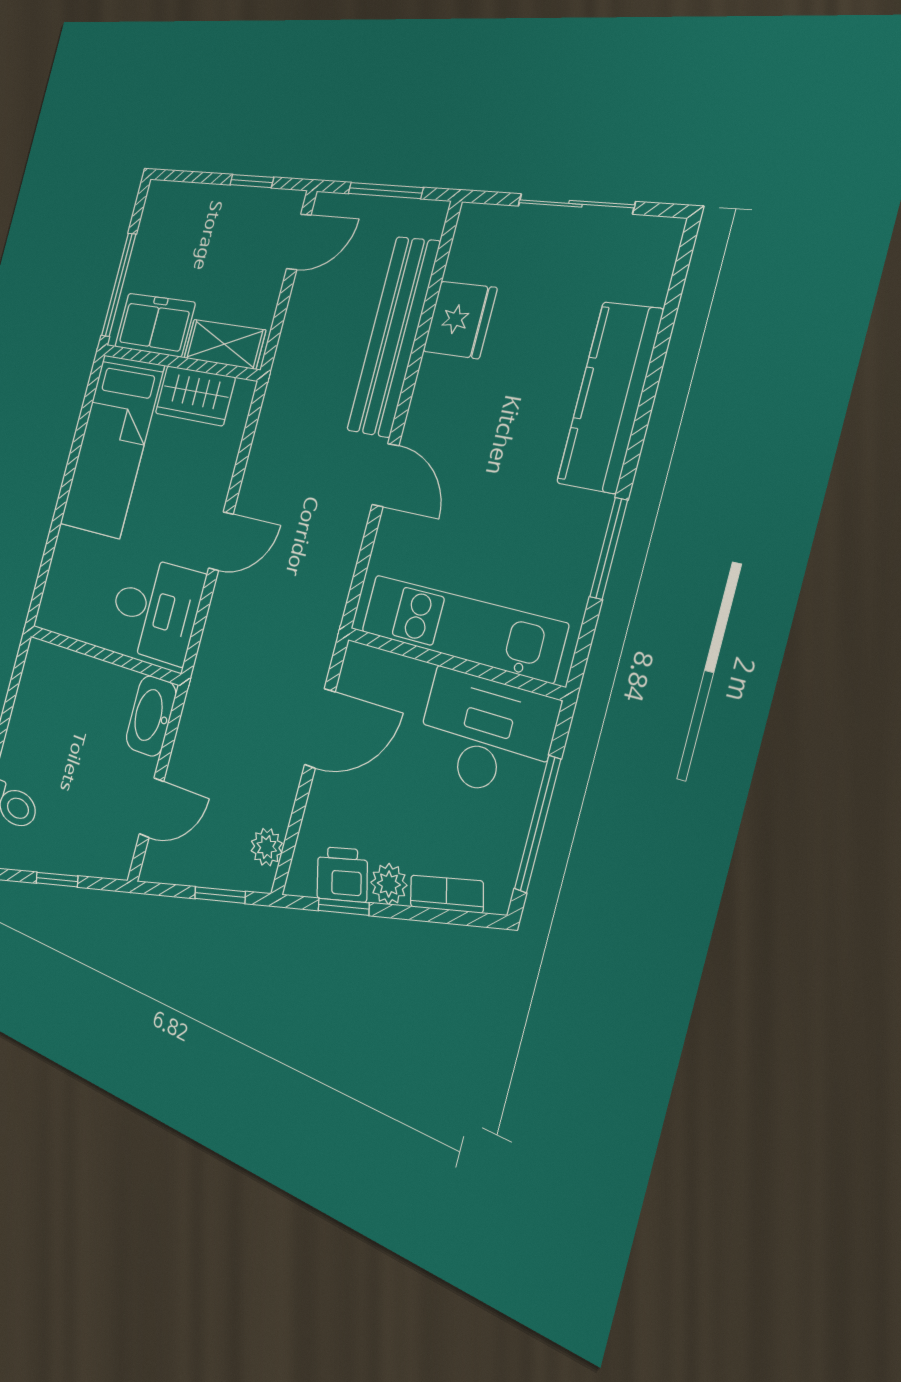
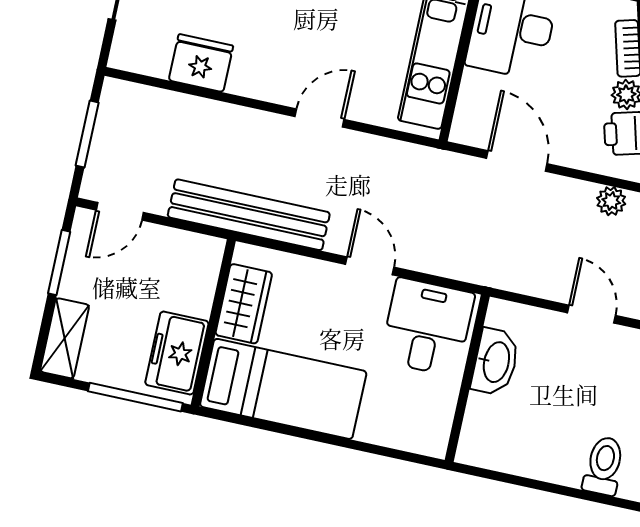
window: (252, 181) -> (59, 263), width x1.50
door: (299, 242) -> (120, 211), swing flipped
bench: (393, 336) -> (249, 215), moved
shelving: (224, 344) -> (65, 338), moved
washbasin: (151, 716) -> (495, 362), moved, turned -90

